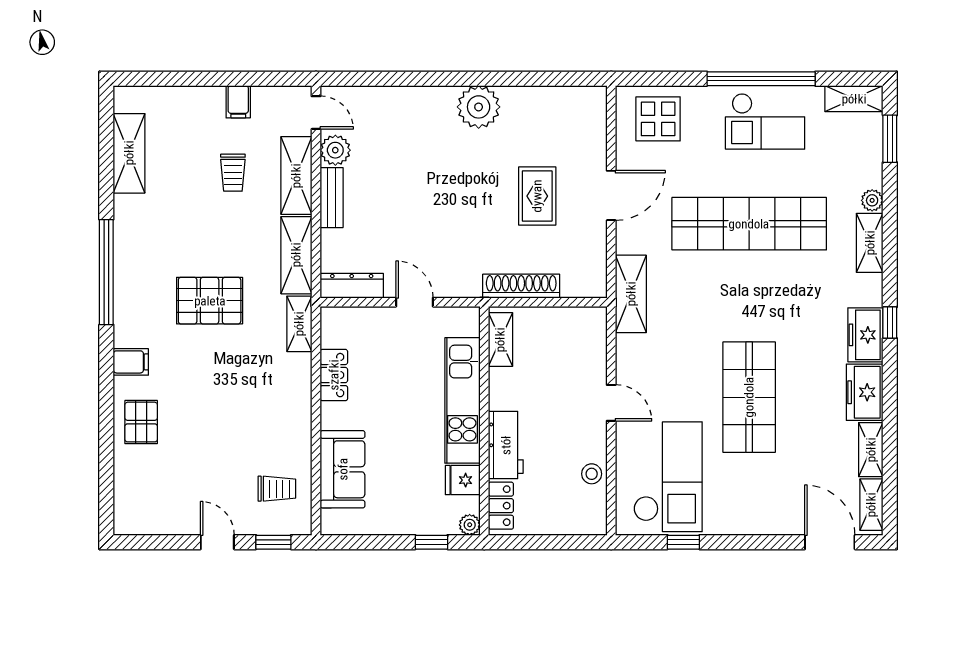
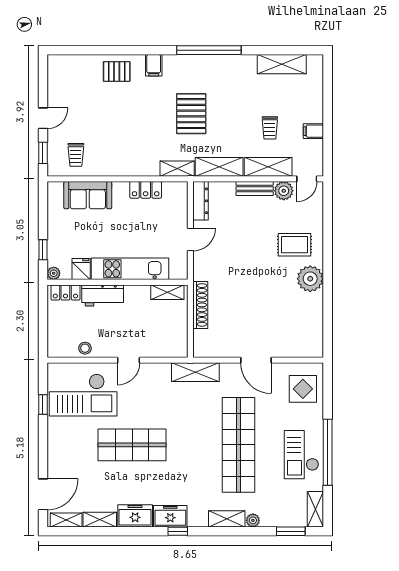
trolley: (233, 173) -> (270, 128), turned -90
rug: (537, 196) -> (294, 245), moved

